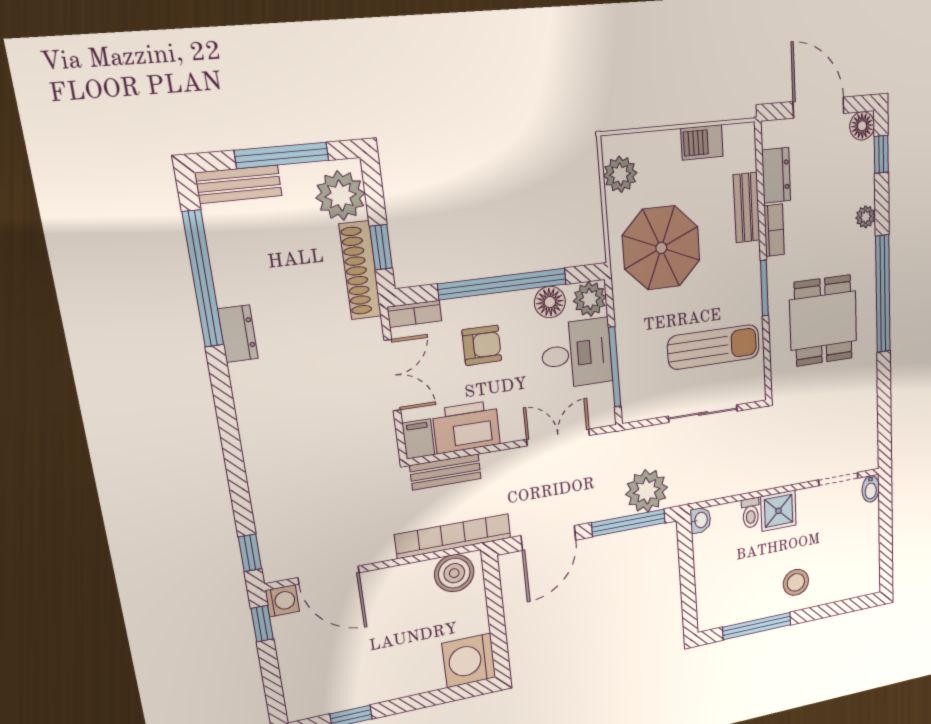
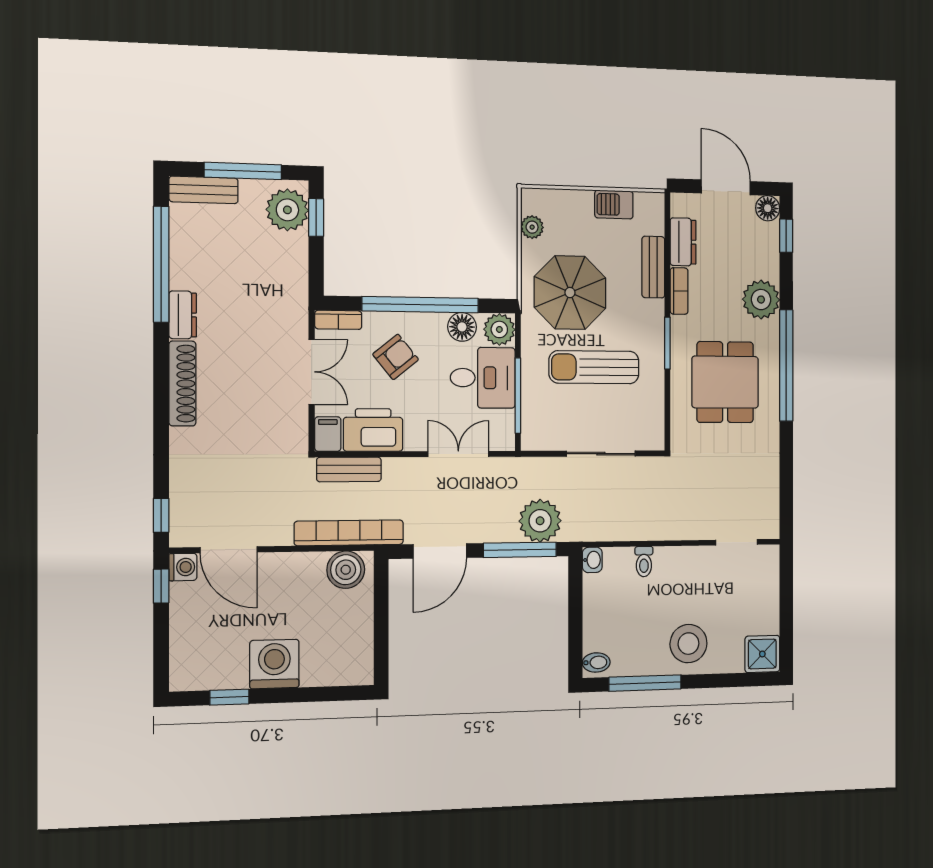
plant: (620, 174) -> (532, 227), width x0.73, depth x0.73
plant: (866, 217) -> (761, 300), width x1.88, depth x1.88
window: (381, 247) -> (316, 217), moved
shoe rack: (360, 270) -> (182, 384), moved, turned 180
armchair: (482, 345) -> (396, 357), turned -39
sun lounger: (714, 347) -> (594, 367), moved, turned 180
bidet: (871, 489) -> (596, 662), moved, turned -90
shower: (778, 511) -> (762, 654), moved
stool: (796, 582) -> (688, 644), width x1.38, depth x1.38
washing machine: (469, 660) -> (274, 664), moved, turned 90

